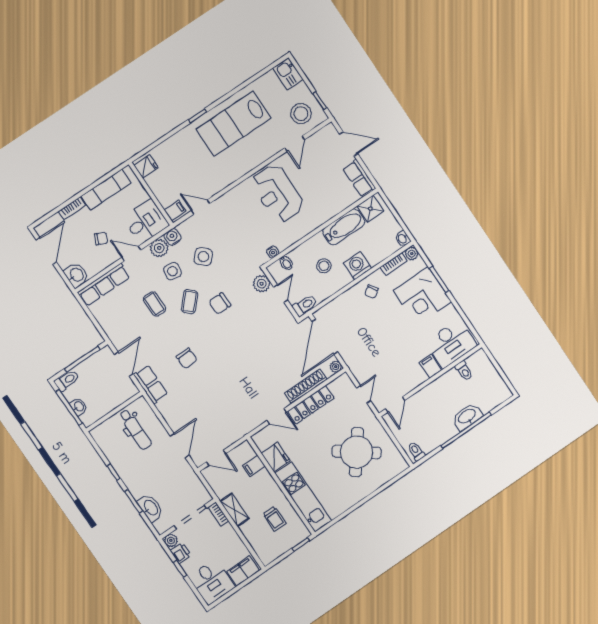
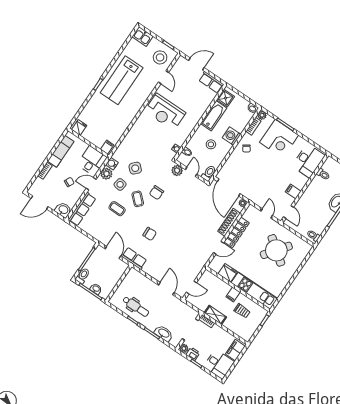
door: (201, 207) -> (122, 139), removed
door: (46, 251) -> (40, 203), swing flipped
filing cabinet: (430, 366) -> (293, 191), moved
dental chair: (135, 429) -> (136, 307), moved
filing cabinet: (254, 466) -> (233, 295), moved

